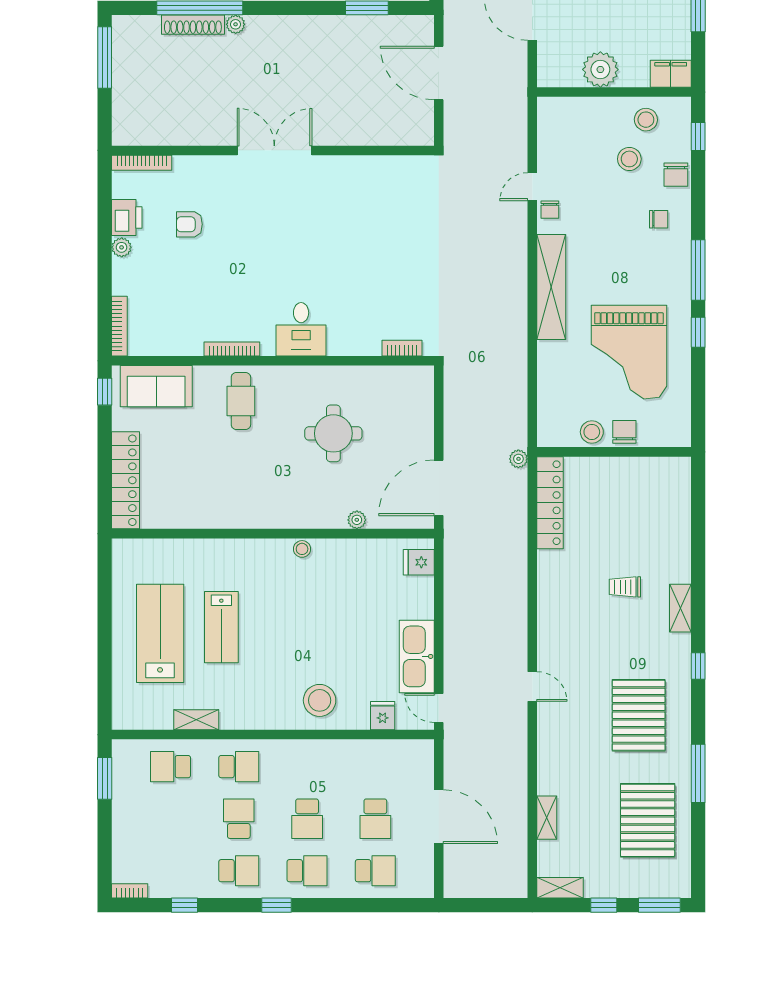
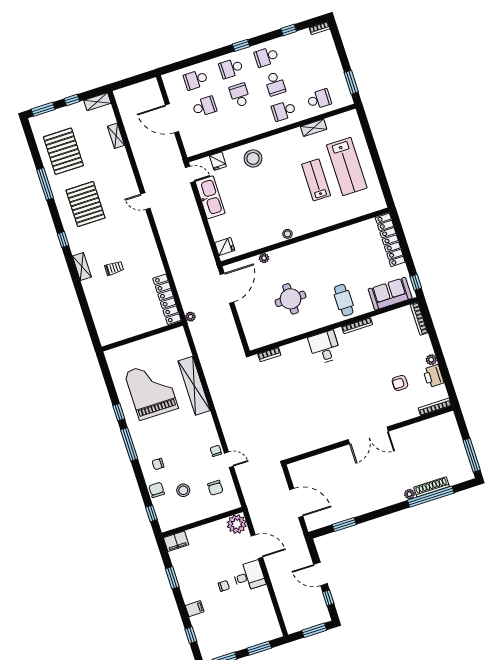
plant: (600, 69) -> (237, 524), moved
stool: (646, 120) -> (181, 513), removed
door: (532, 187) -> (229, 460), hinge flipped
armchair: (189, 224) -> (400, 383), turned 180
shelving: (551, 287) -> (194, 386), moved
stool: (592, 432) -> (157, 343), removed
chair: (624, 432) -> (215, 488), moved
school desk: (375, 819) -> (204, 107), turned 90

